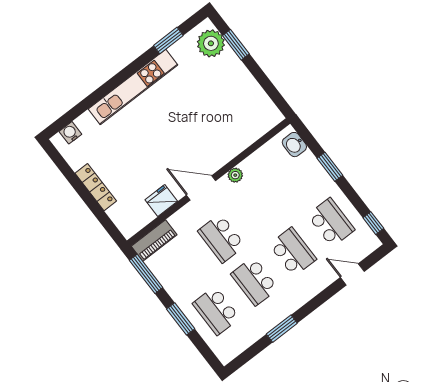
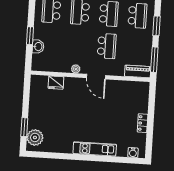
window: (168, 40) -> (53, 155), removed
kitchen unit: (133, 87) -> (95, 149), width x0.73
washbasin: (294, 145) -> (38, 47), moved
locker: (96, 187) -> (143, 123), width x0.66
fridge: (161, 201) -> (56, 83), moved

